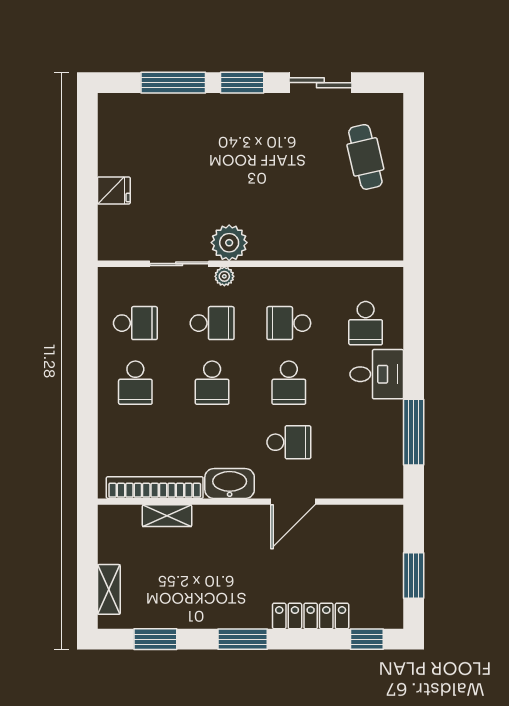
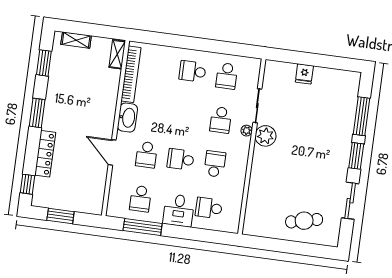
school desk: (212, 383) -> (141, 199), moved, turned -90
shelving: (167, 516) -> (117, 54), moved

